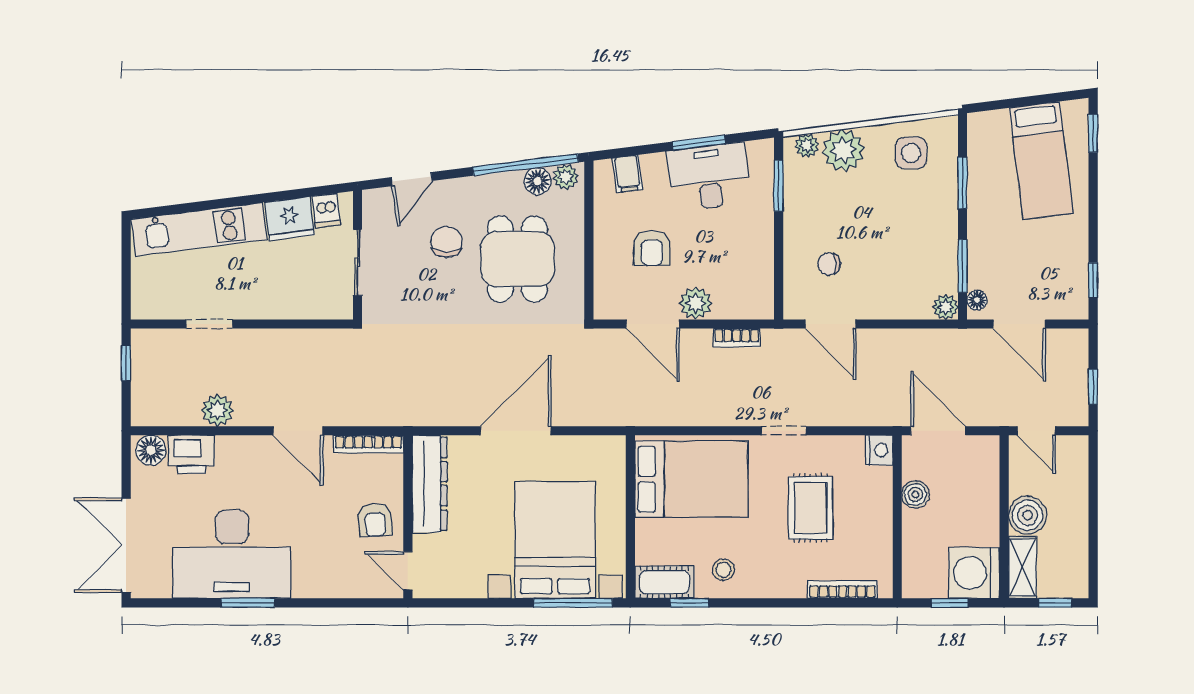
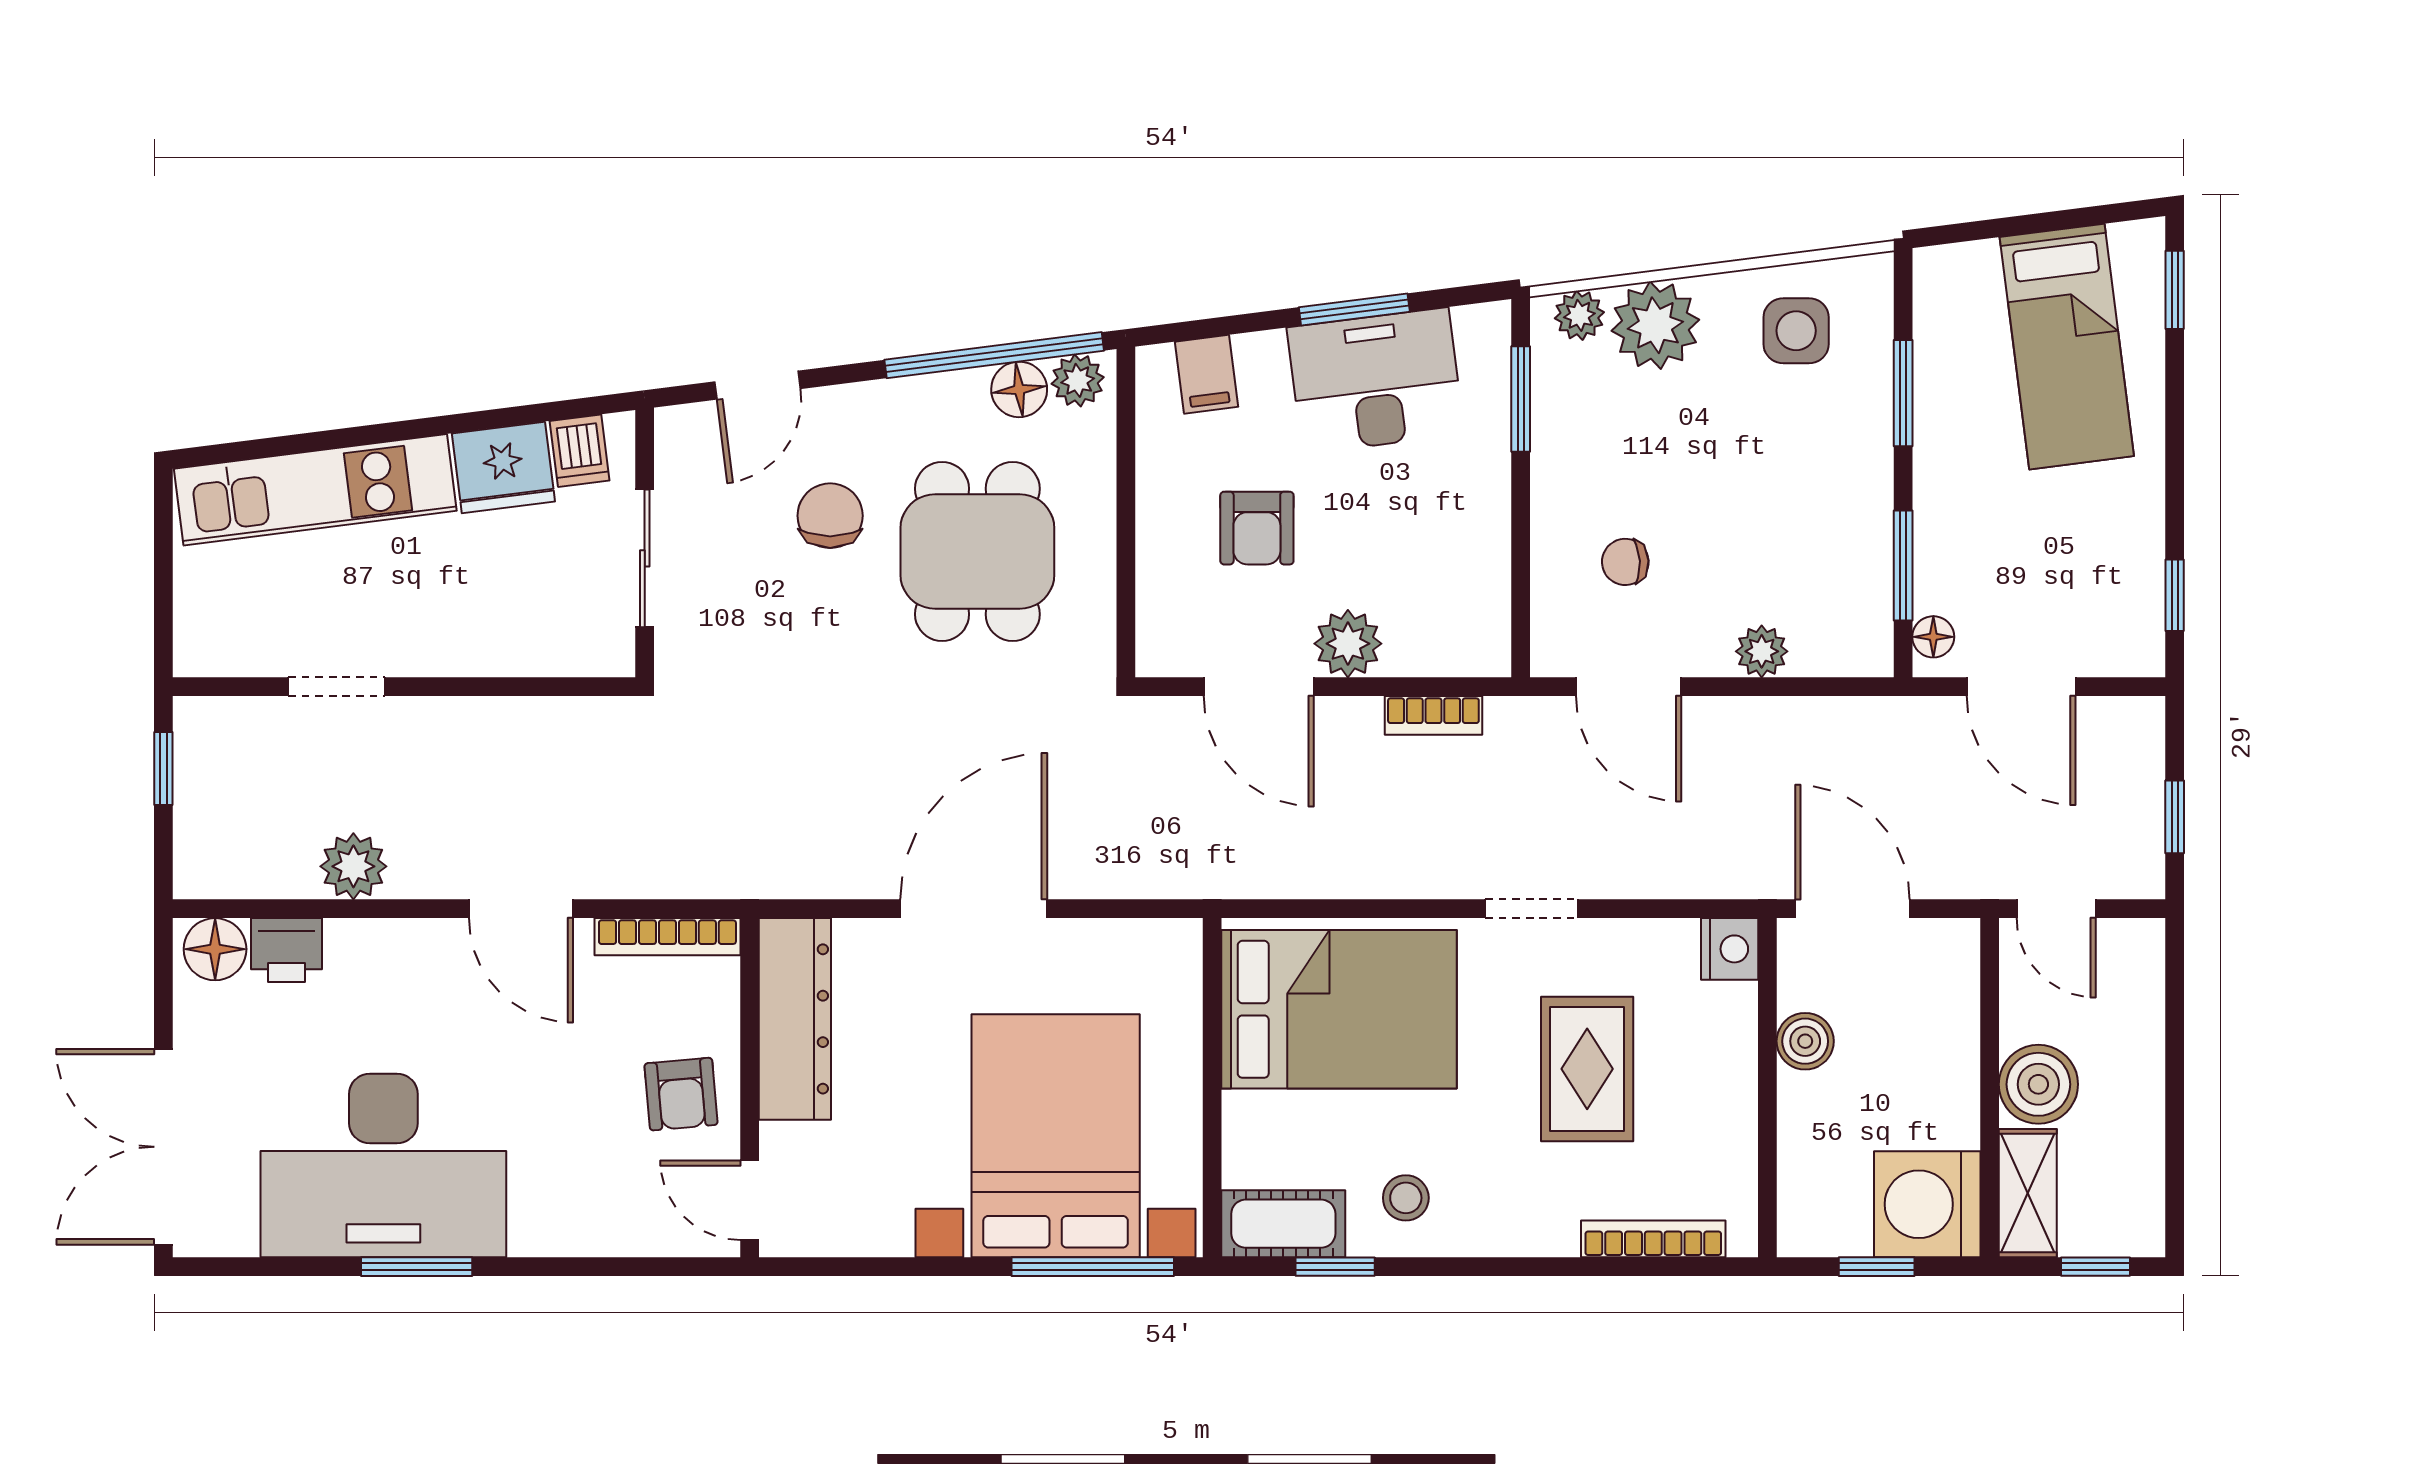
plant: (946, 307) -> (1762, 651), moved
printer: (191, 454) -> (286, 950), width x0.73, depth x0.81

